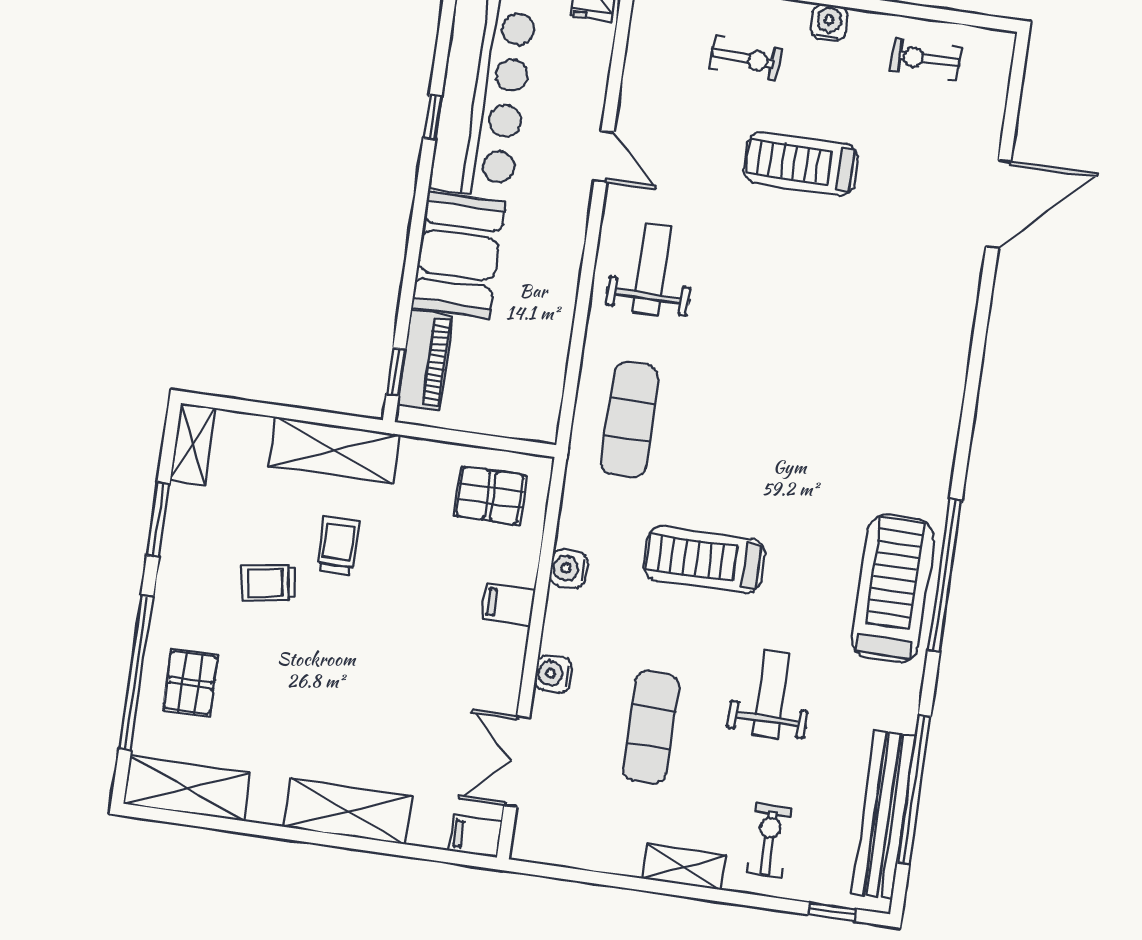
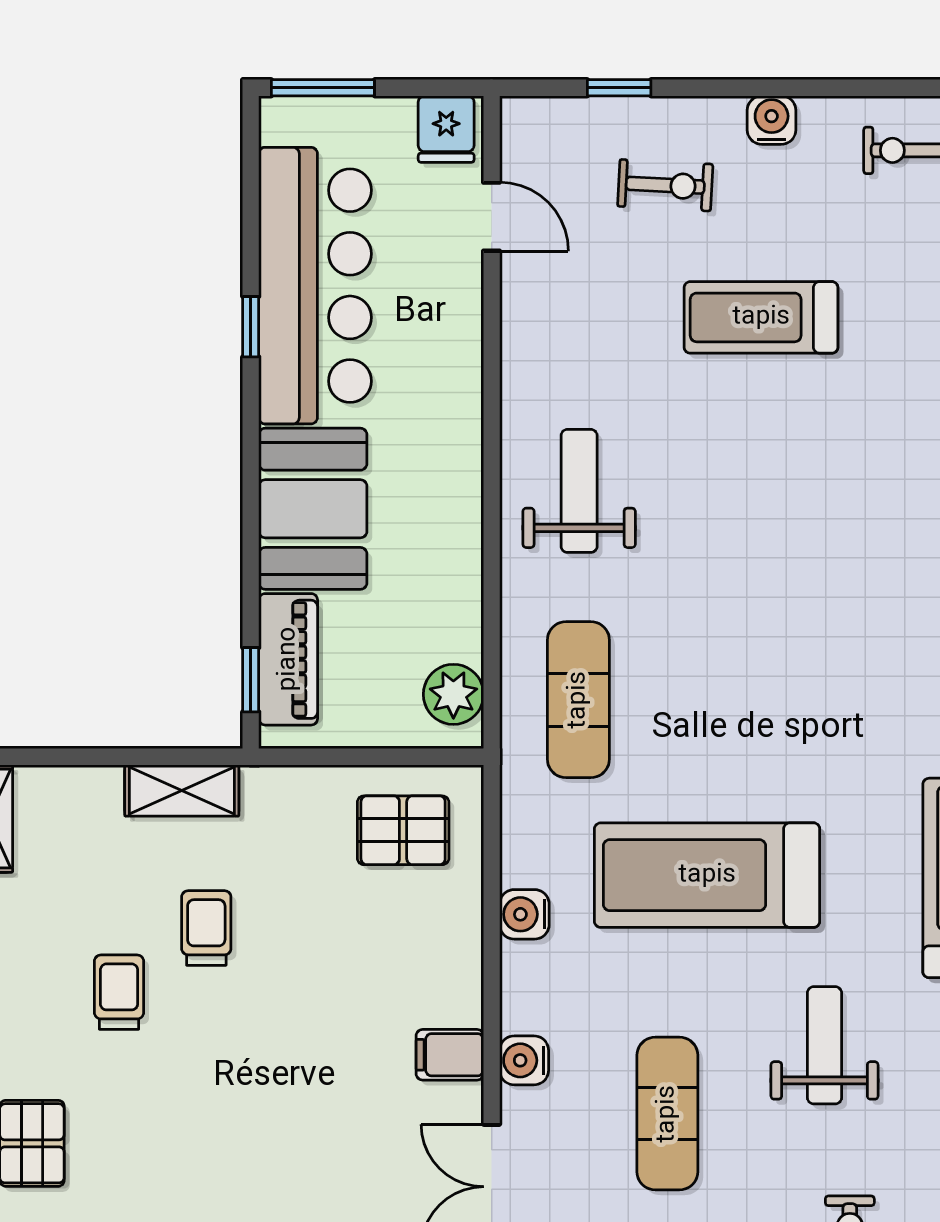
door: (604, 157) -> (492, 217), moved
plant: (540, 403) -> (453, 694), added
shelving: (334, 450) -> (182, 791), width x0.67, depth x0.75
treadmill: (704, 560) -> (707, 875), width x1.37, depth x1.38
trolley: (269, 583) -> (119, 992), turned 98
filing cabinet: (509, 605) -> (450, 1055), moved

